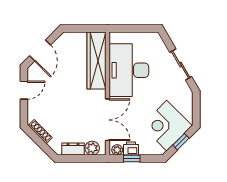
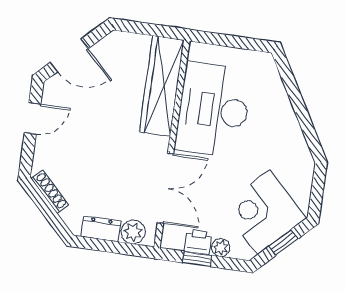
door: (40, 50) -> (69, 55), hinge flipped
sliding door: (181, 65) -> (302, 113), removed
plant: (117, 150) -> (221, 248), moved

